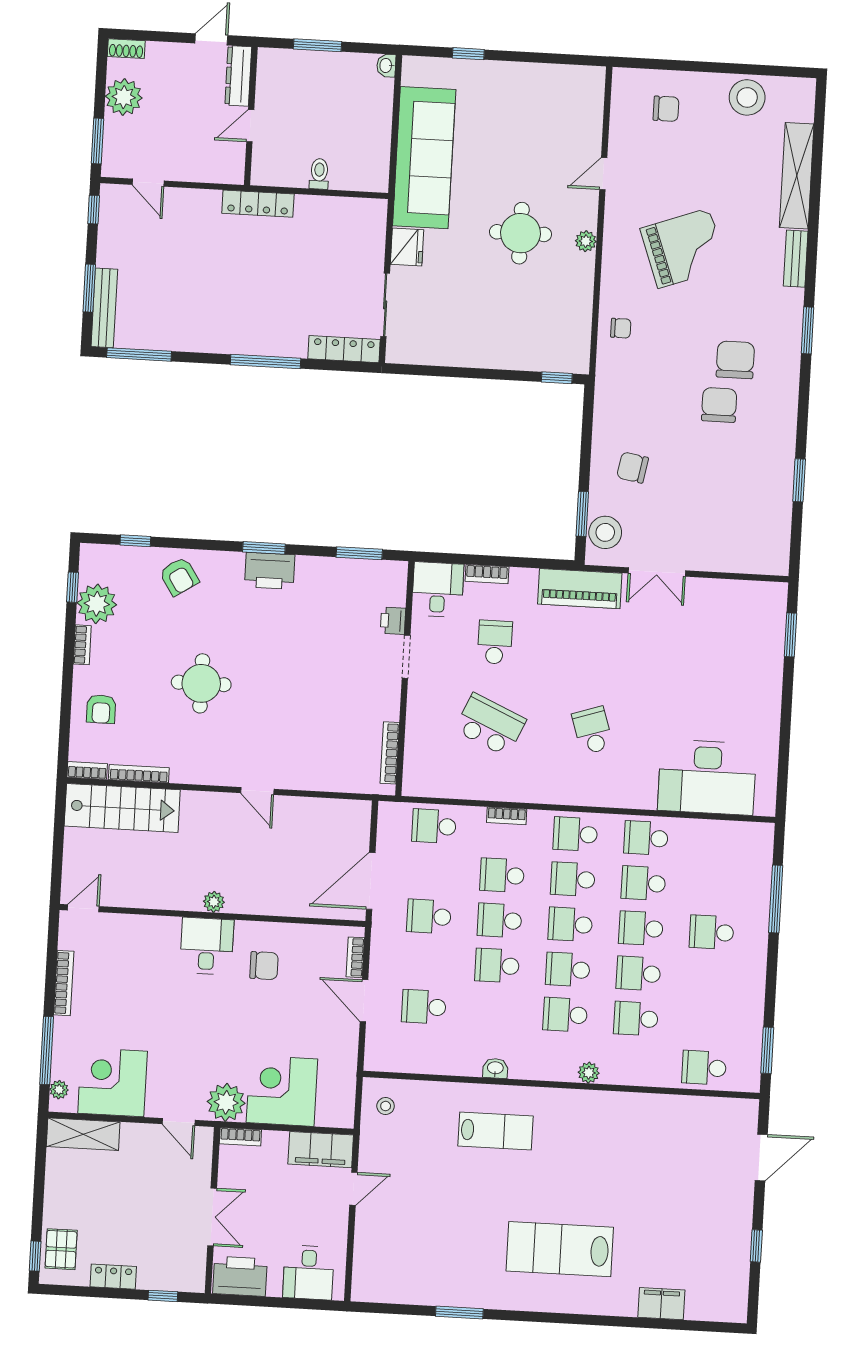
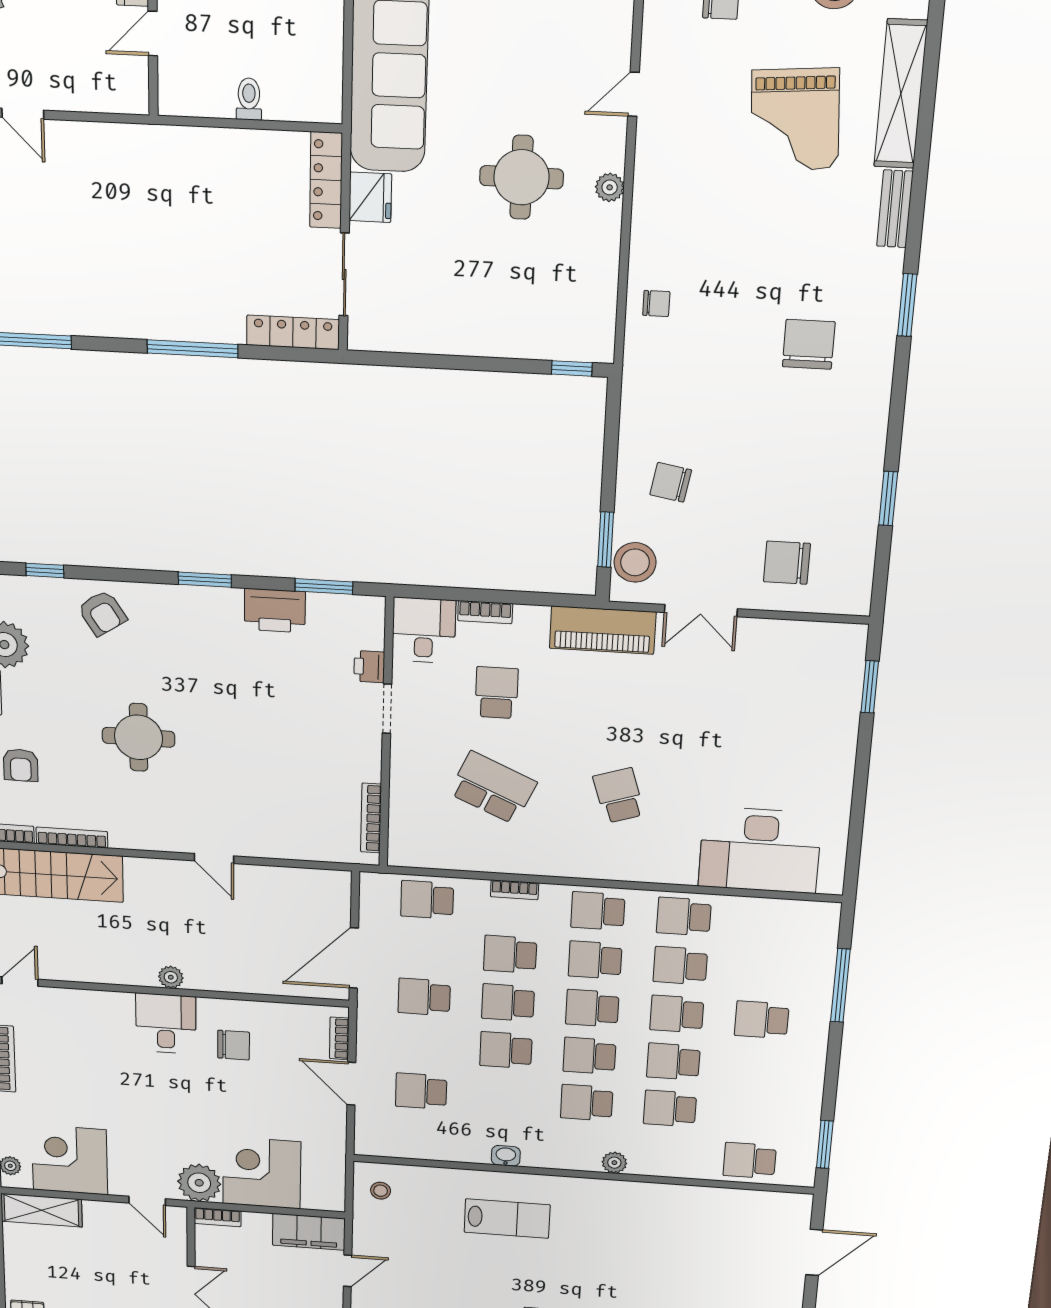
locker: (258, 204) -> (326, 180), moved, turned 90
grand piano: (684, 248) -> (795, 120), moved, turned 106
chair: (719, 405) -> (787, 563), moved, turned -90
printer: (270, 571) -> (275, 611), moved

